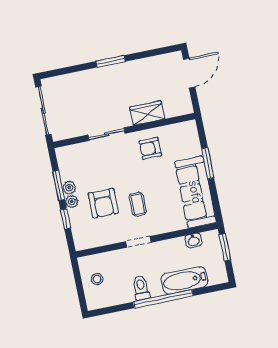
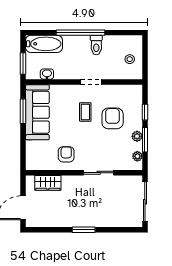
wardrobe: (147, 113) -> (48, 183), moved
armchair: (150, 148) -> (66, 154), turned -90
window: (208, 163) -> (23, 111), moved
plant: (72, 201) -> (137, 156), moved
bathtub: (184, 280) -> (44, 44), moved

